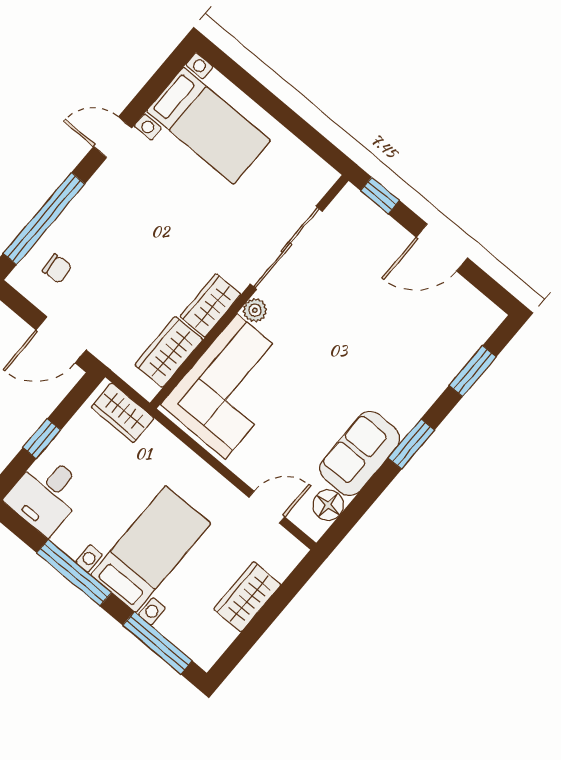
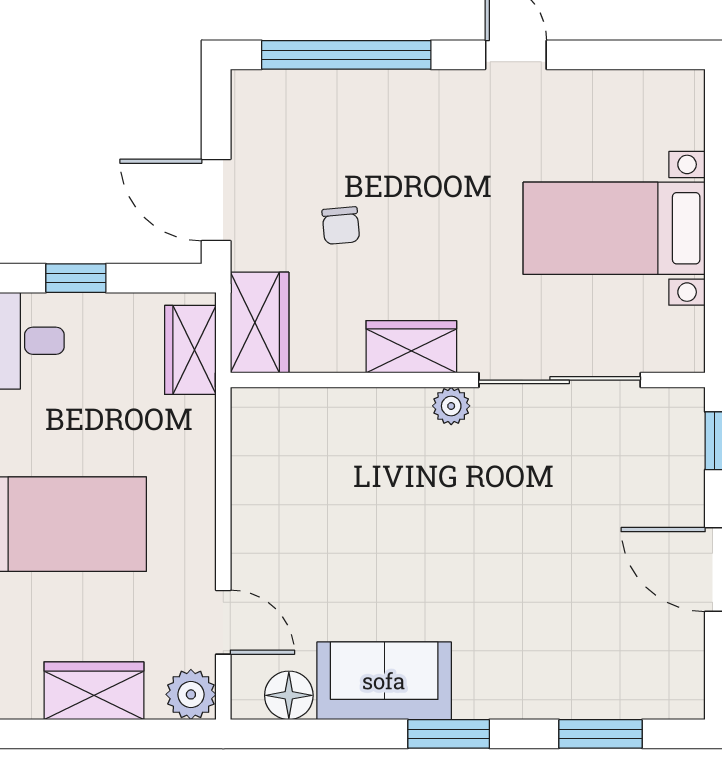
bed with nightstands: (209, 126) -> (614, 228), moved, turned 90
chair: (57, 268) -> (341, 226), moved
wardrobe: (169, 352) -> (260, 323), moved, turned 90
corner sofa: (231, 386) -> (334, 455), removed
plant: (288, 552) -> (191, 694), added

